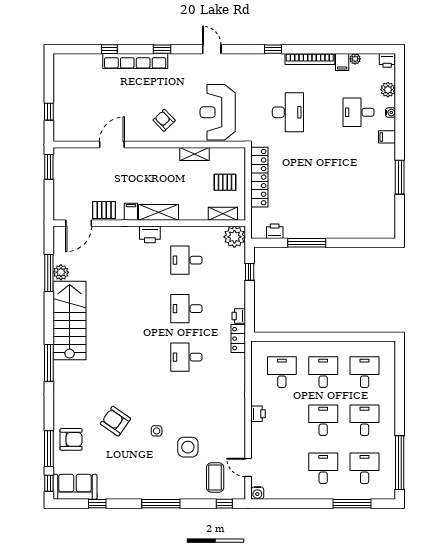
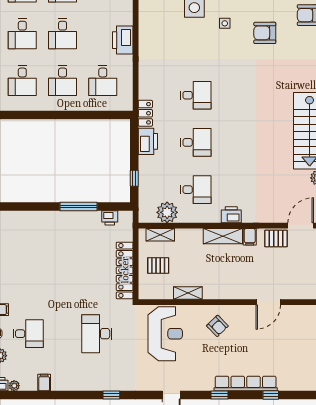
bookcase: (310, 59) -> (76, 386), removed
plant: (355, 59) -> (14, 386), moved
plant: (234, 237) -> (167, 212), moved
printer: (239, 316) -> (148, 141), width x1.87, depth x1.48
printer: (258, 414) -> (123, 40), width x1.87, depth x1.48
armchair: (115, 421) -> (265, 33), turned 145

